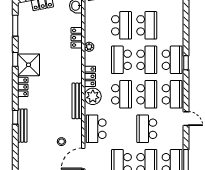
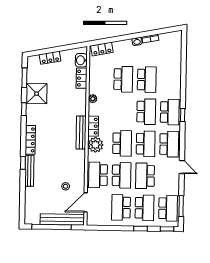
locker: (77, 38) -> (82, 78), moved
school desk: (121, 60) -> (122, 175), moved, turned 180
shower: (28, 65) -> (37, 94), moved
locker: (23, 87) -> (30, 140), width x1.53
bench: (77, 101) -> (81, 132), moved

